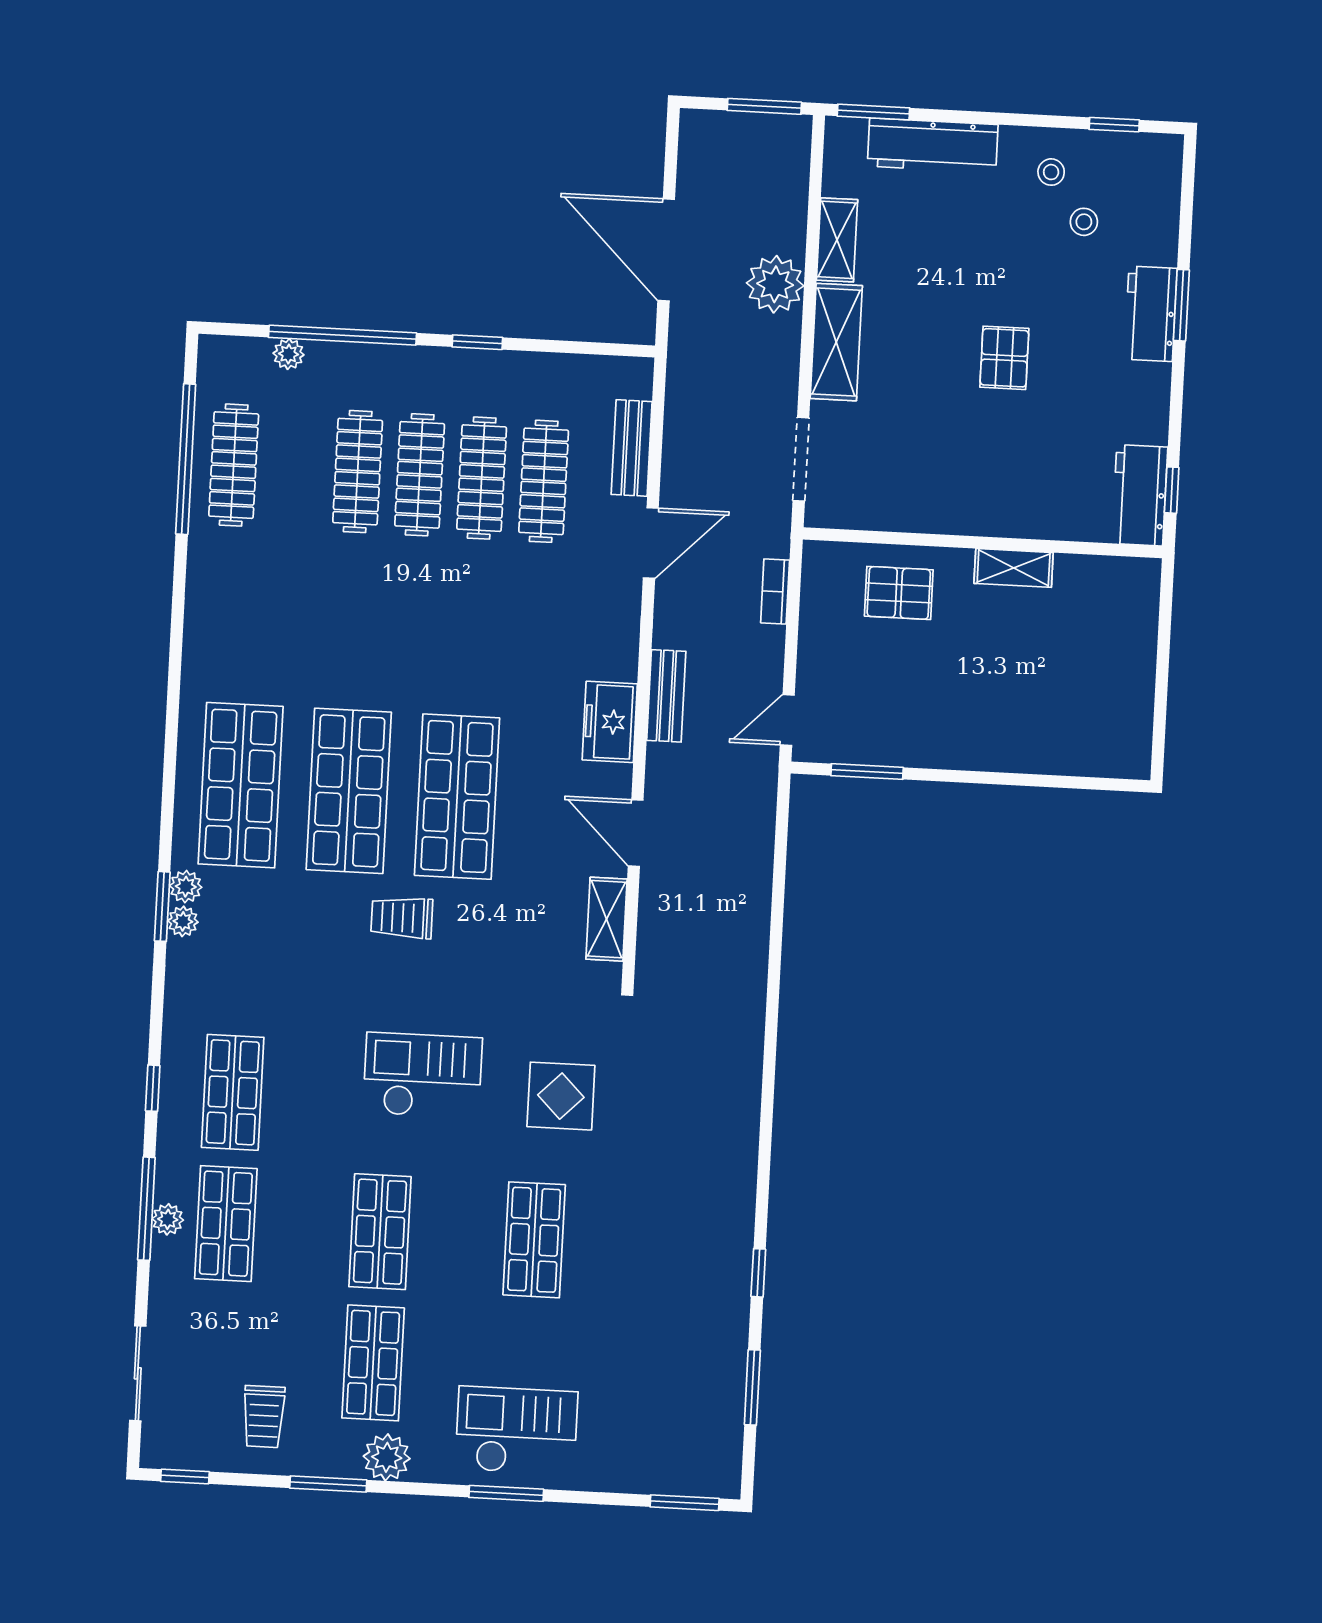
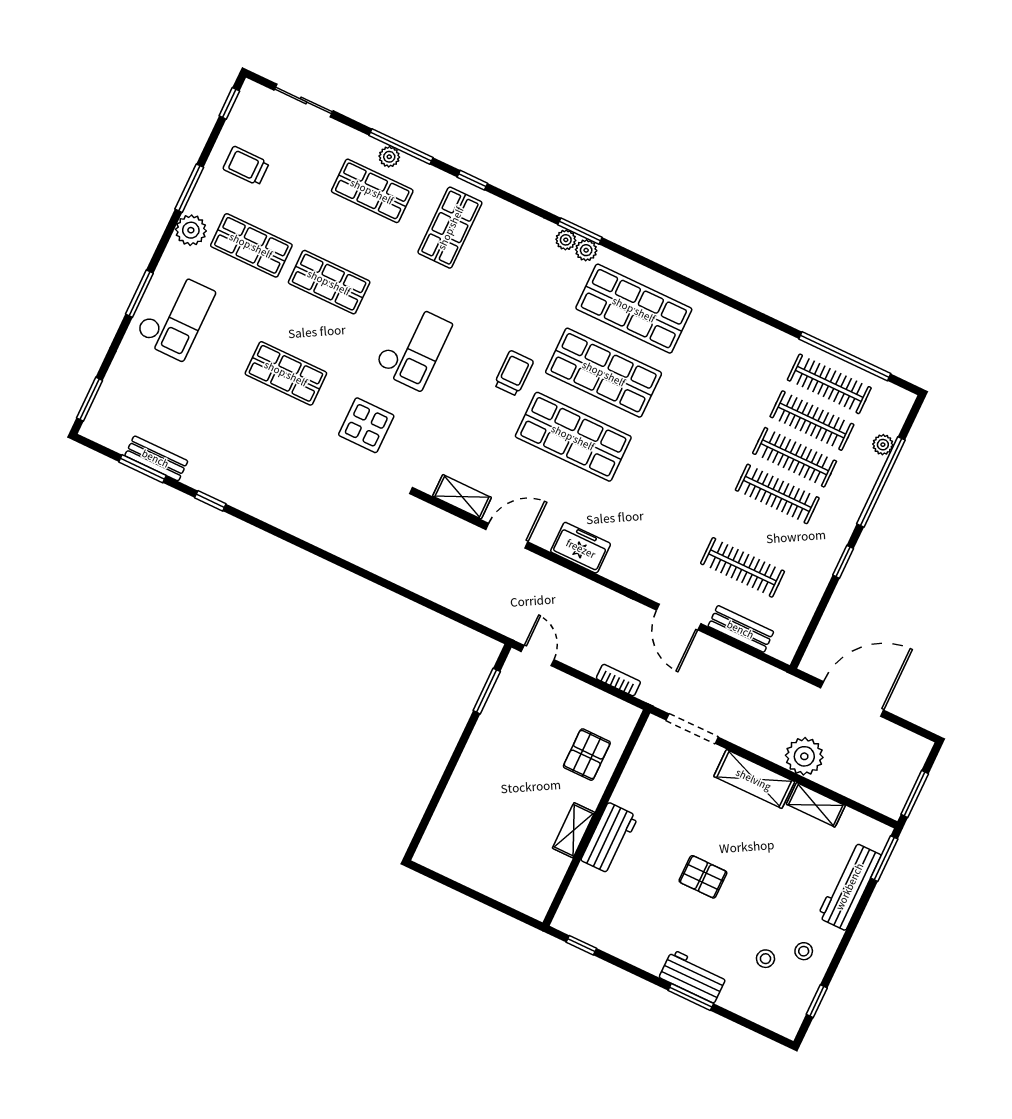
clothes rail: (482, 478) -> (812, 421), moved
workbench: (1140, 495) -> (610, 838), moved, turned 90
bench: (666, 696) -> (156, 458), moved
shop shelf: (233, 1092) -> (450, 228), turned 90

